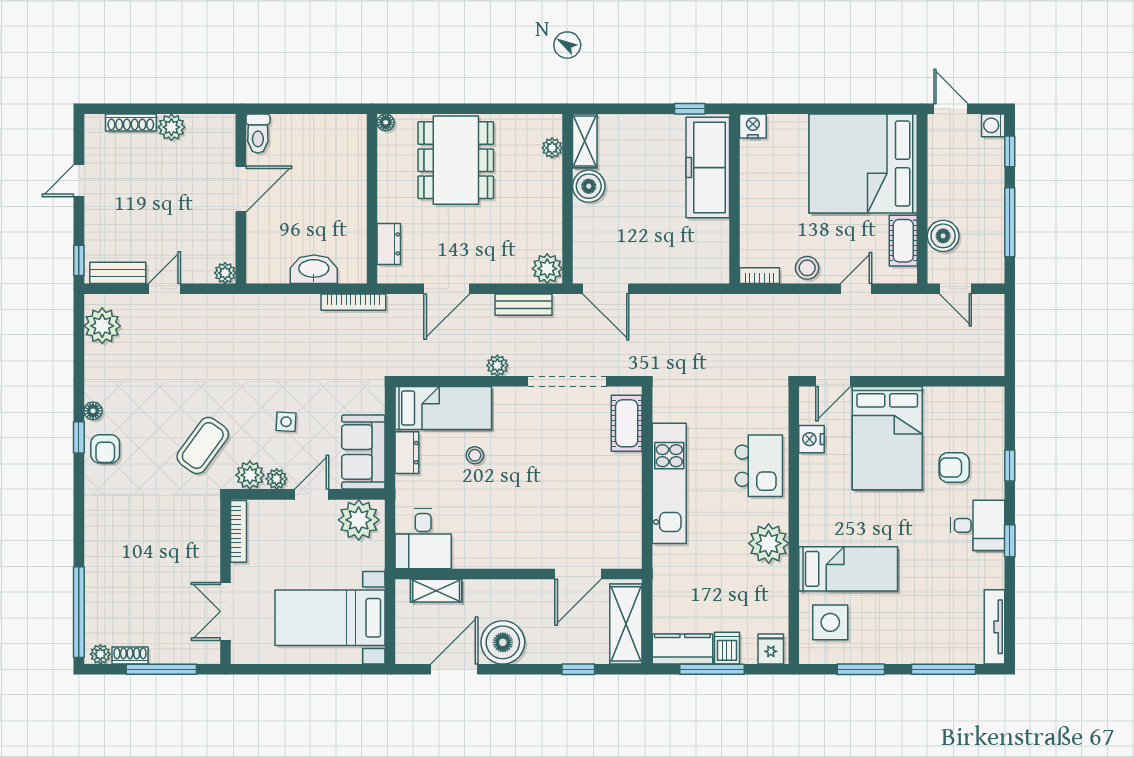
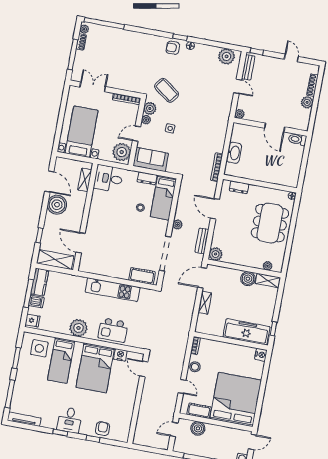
dining table: (456, 160) -> (270, 223), turned 90
shelving: (660, 272) -> (205, 303), added
bed: (887, 438) -> (95, 368), moved, turned -90
armchair: (954, 468) -> (103, 429), moved
door: (312, 494) -> (137, 134), swing flipped

